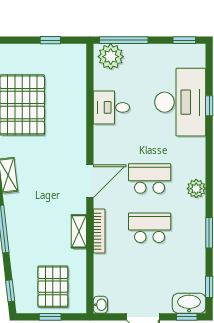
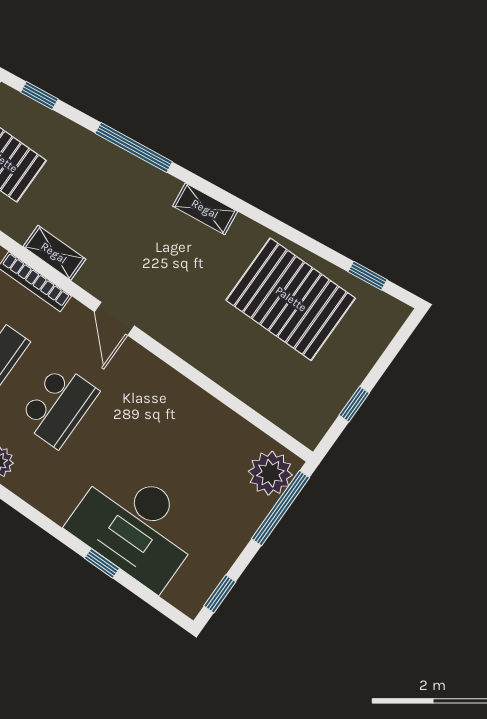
desk: (111, 107) -> (197, 423), removed
door: (90, 181) -> (114, 319), width x0.73

